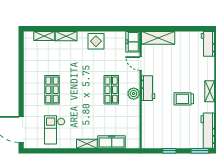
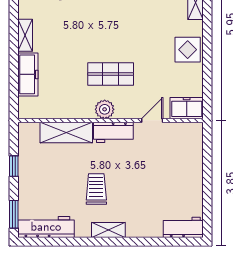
shelving: (158, 38) -> (66, 133), moved, turned 90

